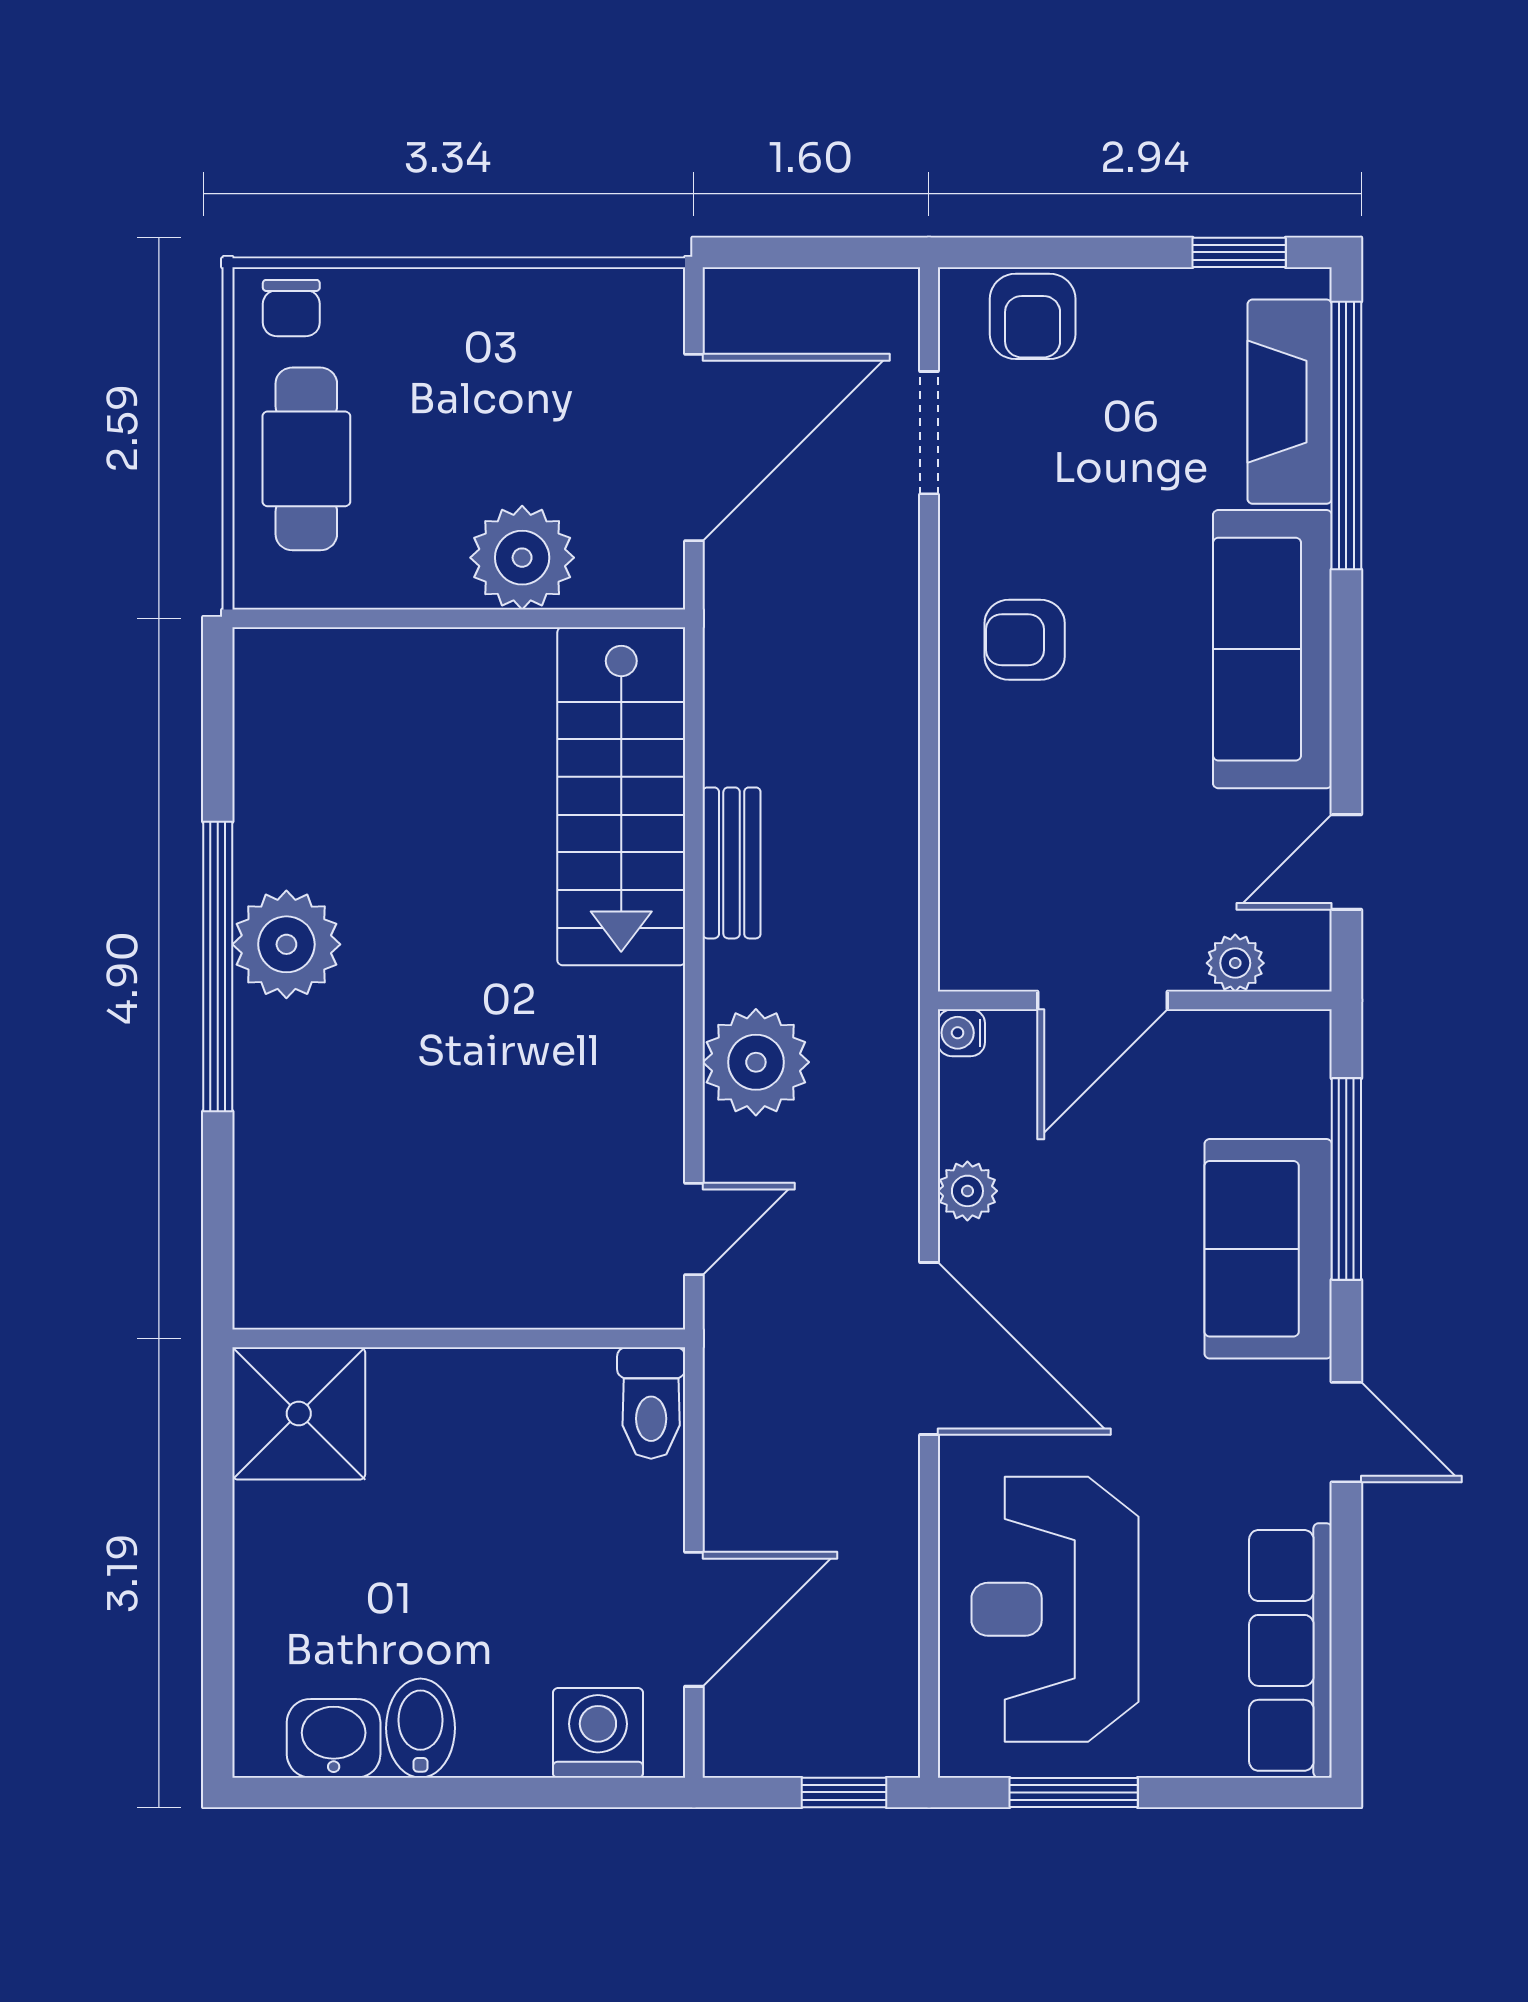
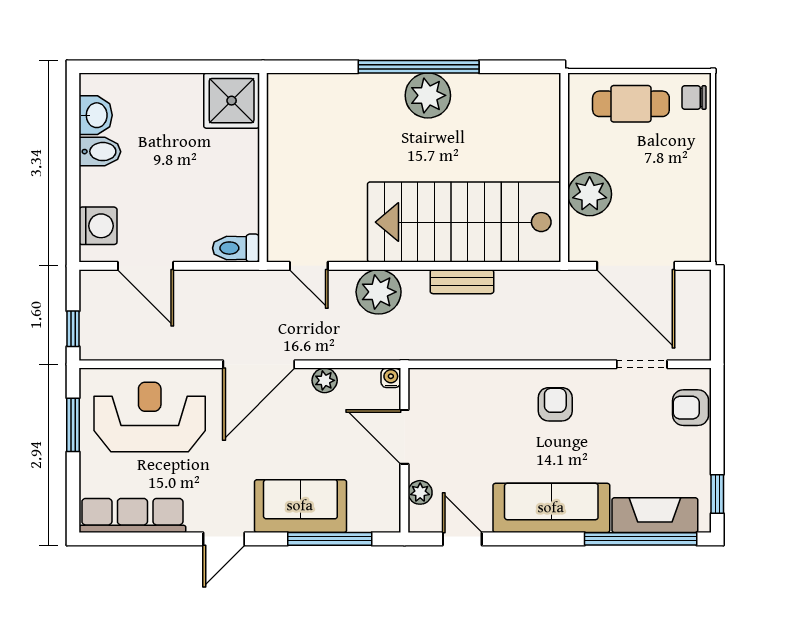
stairs: (621, 796) -> (464, 222), width x1.36, depth x1.51

